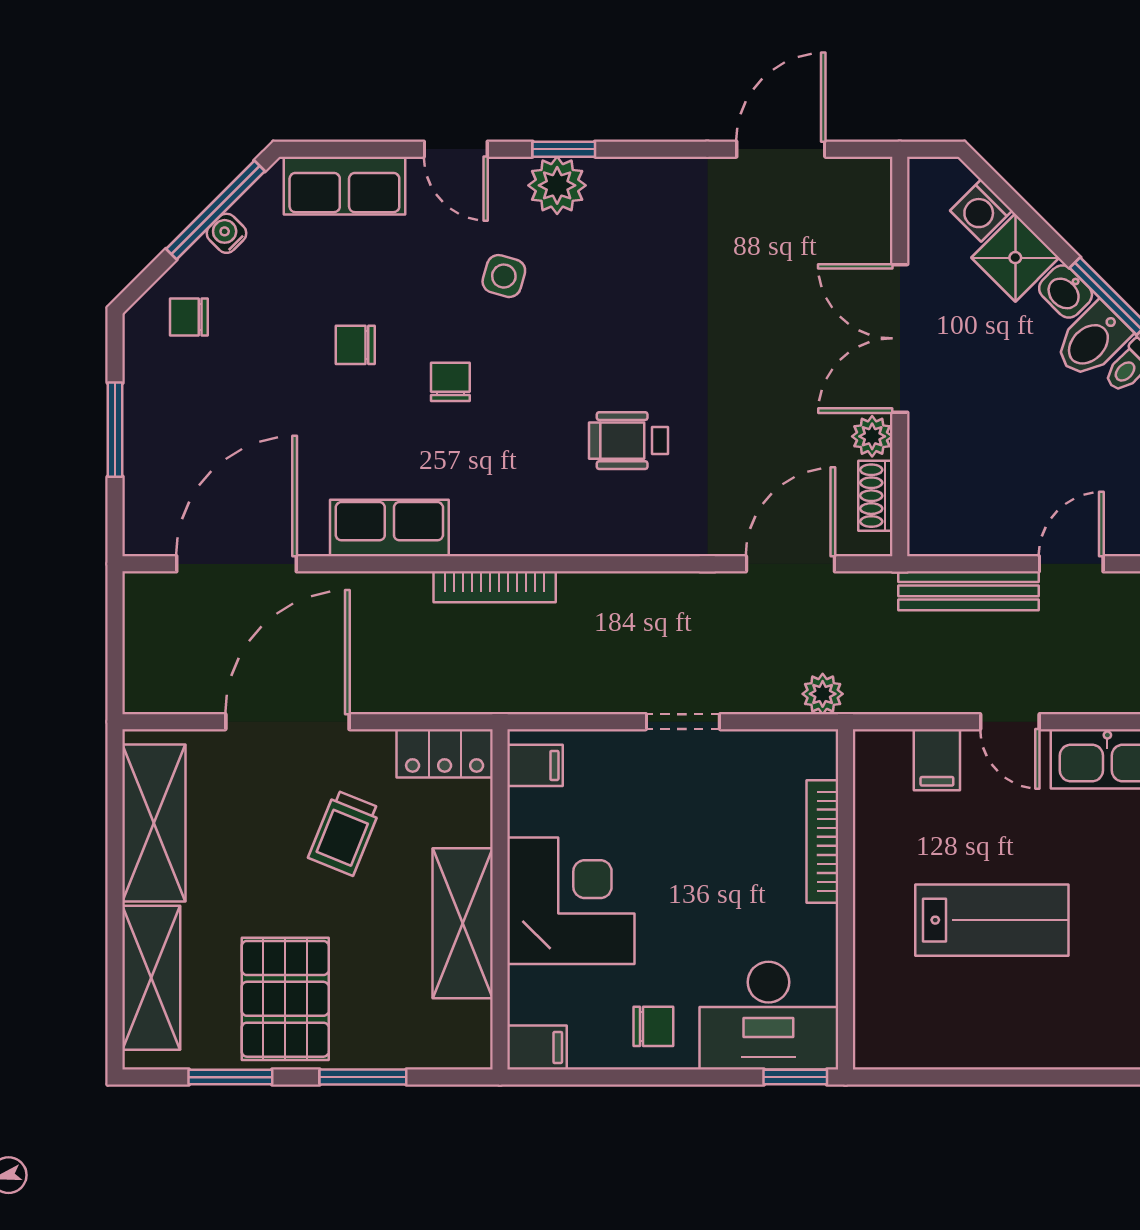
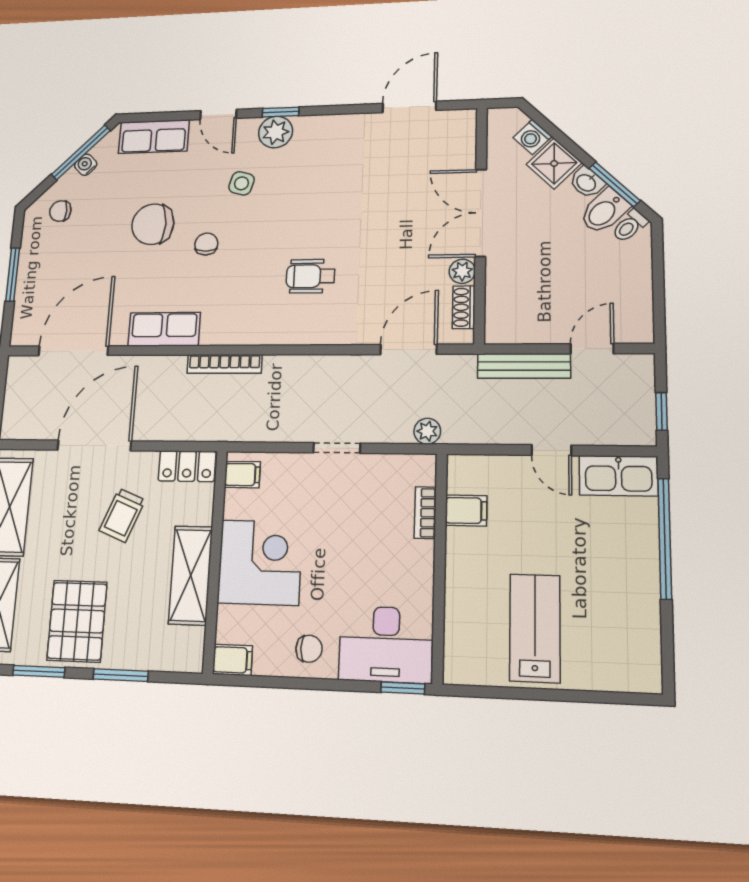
chair: (355, 345) -> (153, 224), width x1.87, depth x1.87
filing cabinet: (937, 760) -> (466, 511), moved, turned -90
bookcase: (822, 841) -> (425, 513), width x0.64
lab bench: (992, 920) -> (535, 628), moved, turned -90

